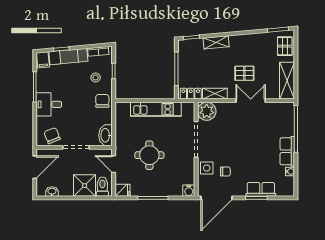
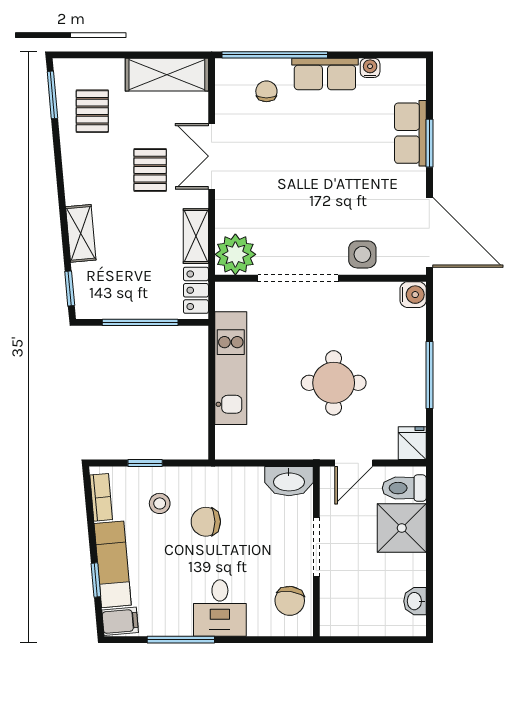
pallet: (285, 46) -> (92, 111), moved, turned 90
chair: (102, 101) -> (206, 522), moved
chair: (52, 136) -> (290, 601), turned -60
door: (35, 167) -> (361, 640), removed
chair: (225, 172) -> (266, 91), moved

